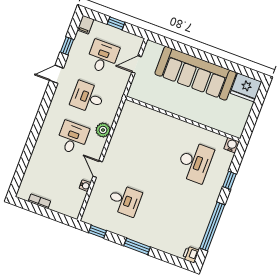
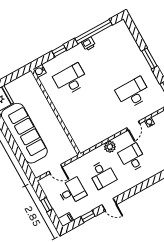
desk: (103, 57) -> (72, 191), turned 180
desk: (72, 138) -> (132, 158), turned 90
desk: (125, 200) -> (133, 93), width x1.37
printer: (191, 255) -> (88, 44), moved

